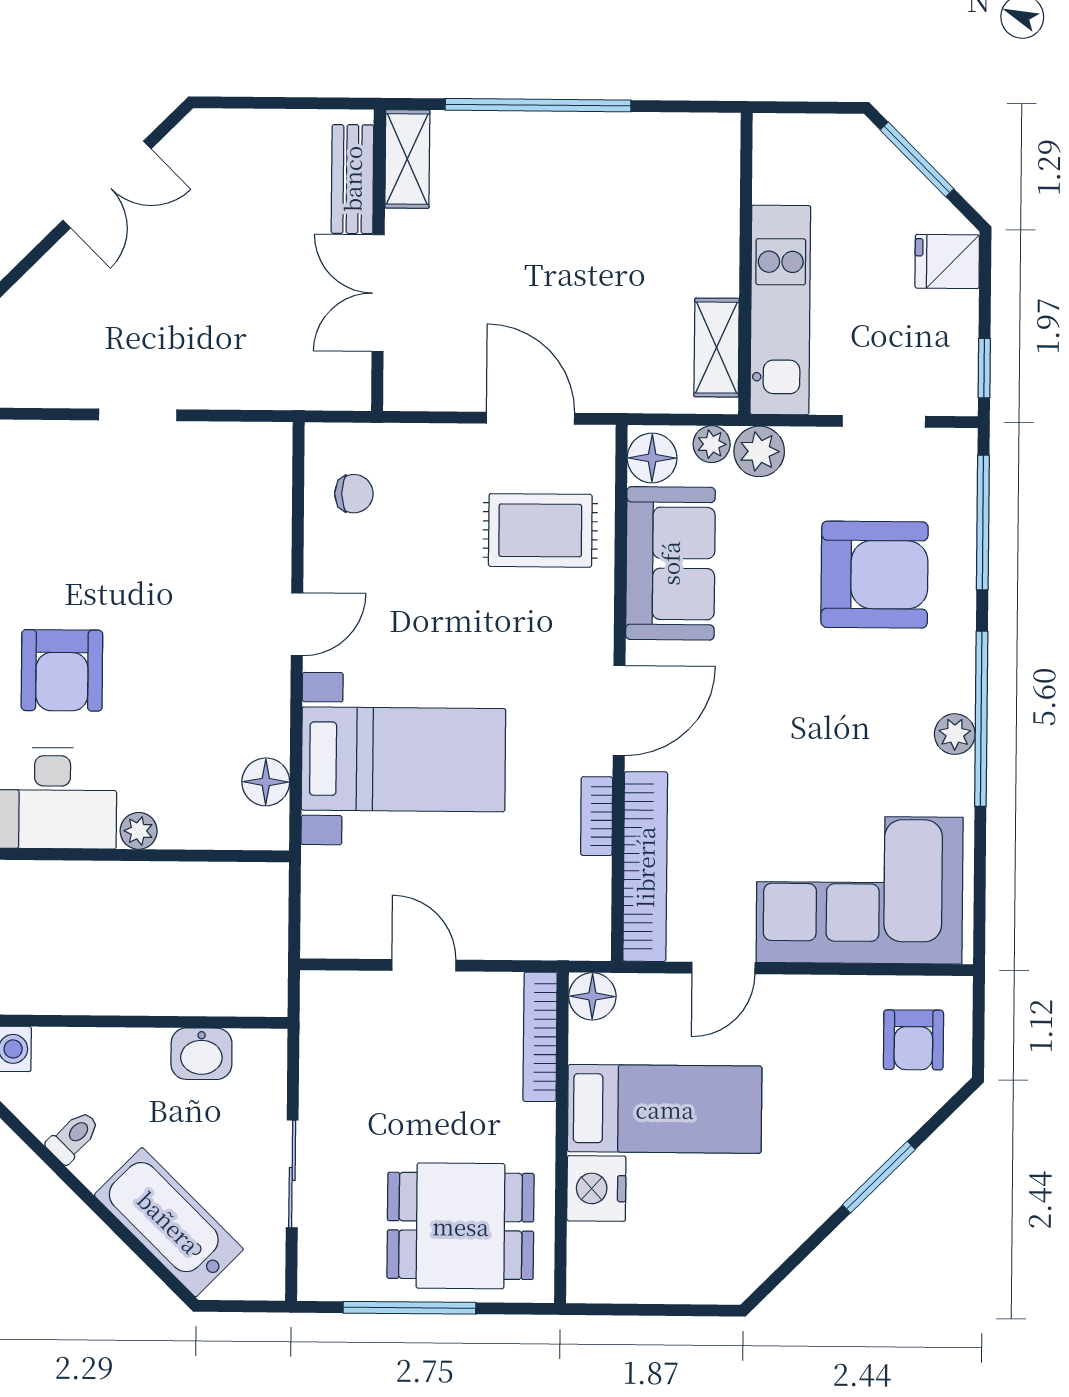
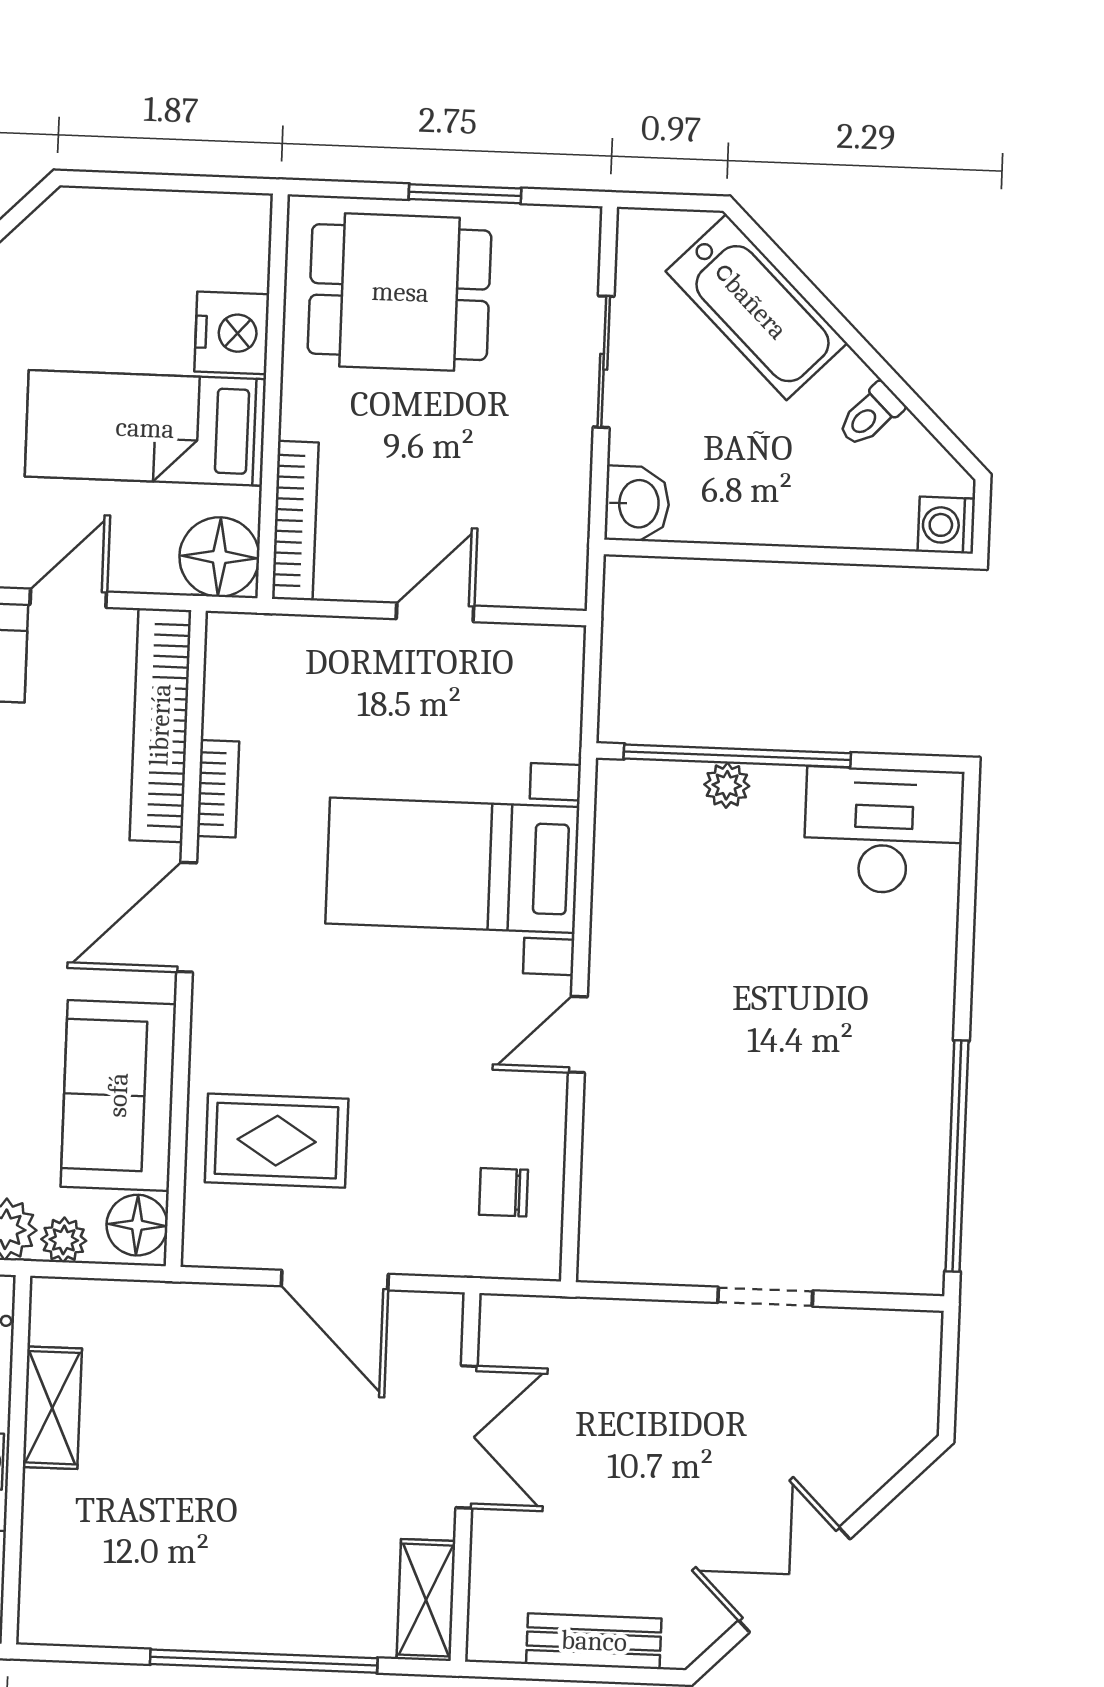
bench: (352, 179) -> (594, 1641), moved, turned 90
shelving: (717, 348) -> (52, 1408), moved
door: (530, 418) -> (335, 1280), moved
armchair: (62, 670) -> (867, 987), removed
floor lamp: (266, 782) -> (622, 843), removed
plant: (139, 831) -> (727, 785), moved
window: (174, 856) -> (737, 756), added
door: (424, 965) -> (435, 612), swing flipped
floor lamp: (592, 996) -> (219, 557), width x1.38, depth x1.38
washbasin: (201, 1054) -> (637, 504), moved, turned 90
window: (409, 1308) -> (465, 194), width x0.69

